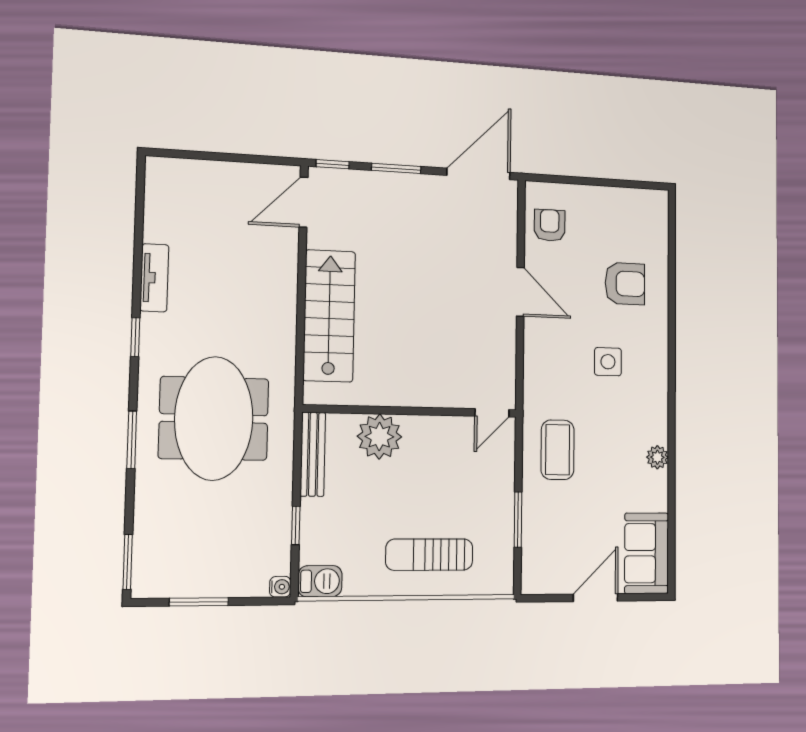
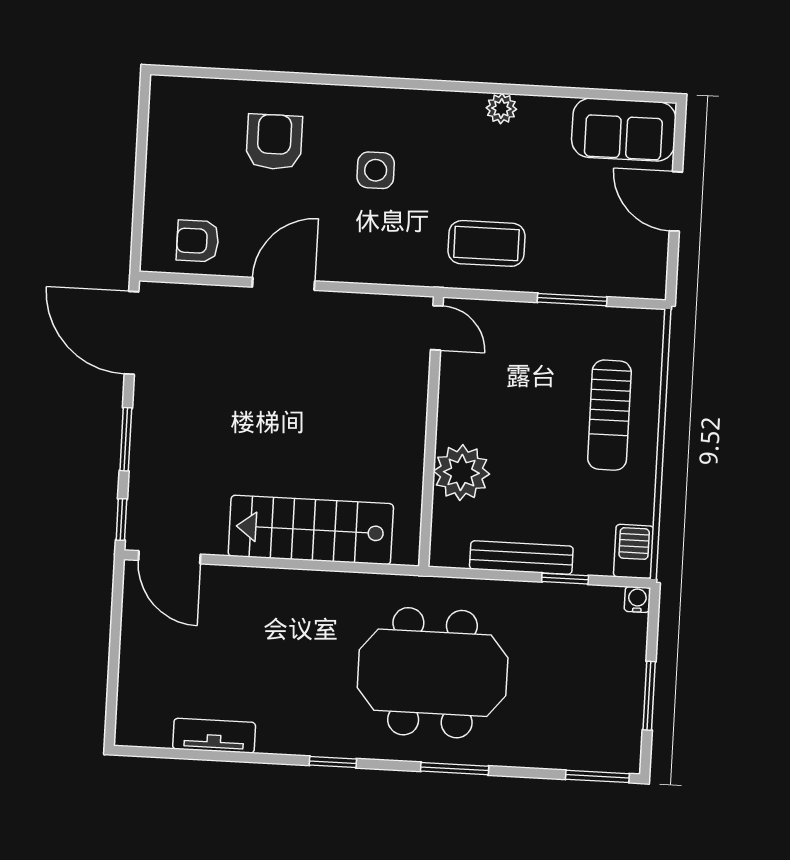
tv unit: (154, 278) -> (214, 736), moved
bench: (313, 454) -> (521, 558), moved

